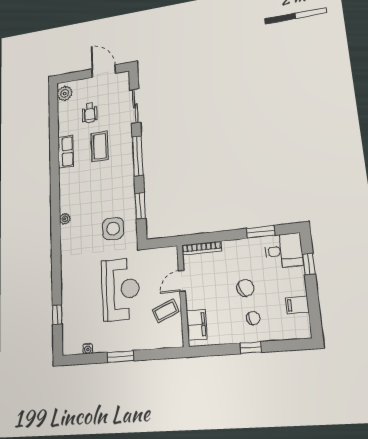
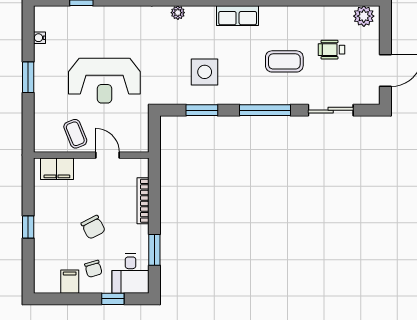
row of seats: (66, 152) -> (238, 16), moved
plant: (65, 219) -> (178, 13), moved
side table: (113, 229) -> (205, 72), moved
bookcase: (202, 248) -> (143, 201), moved
chair: (253, 318) -> (93, 269), moved

